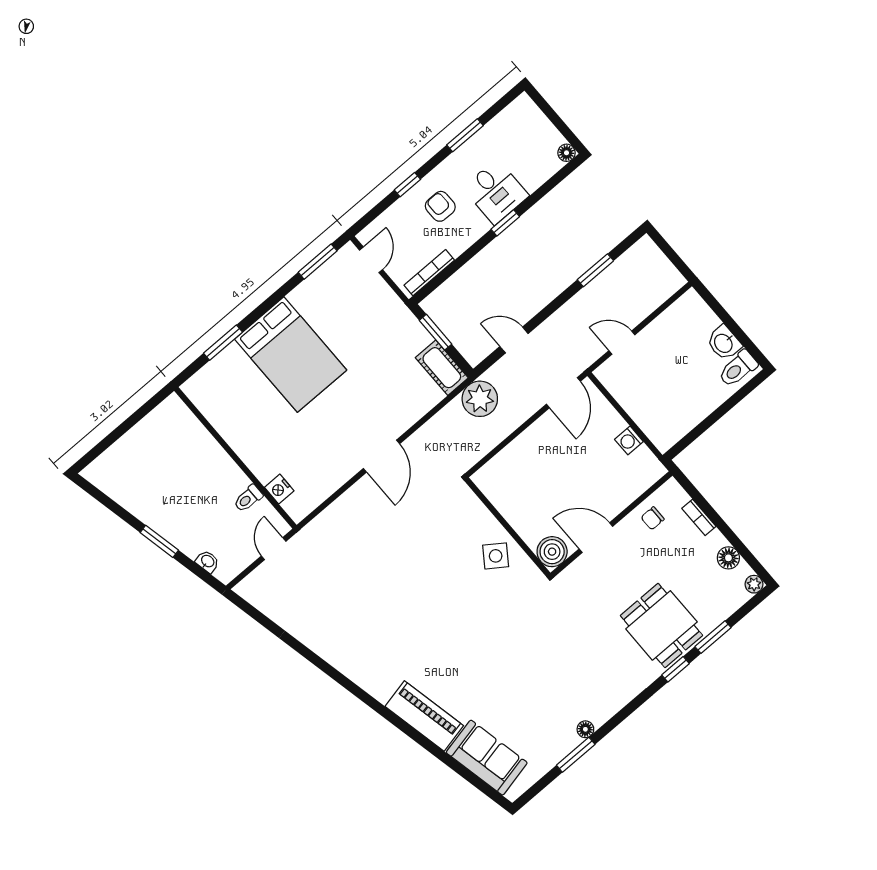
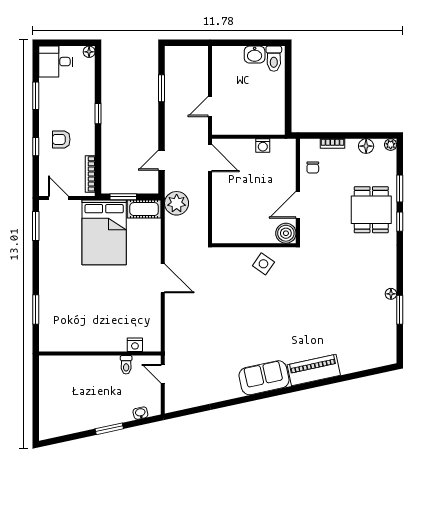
desk: (496, 192) -> (56, 62), moved, turned 180
bed: (291, 355) -> (104, 232), moved, turned 90
dining table: (661, 625) -> (371, 210), turned 90
sofa: (487, 758) -> (264, 378), moved

